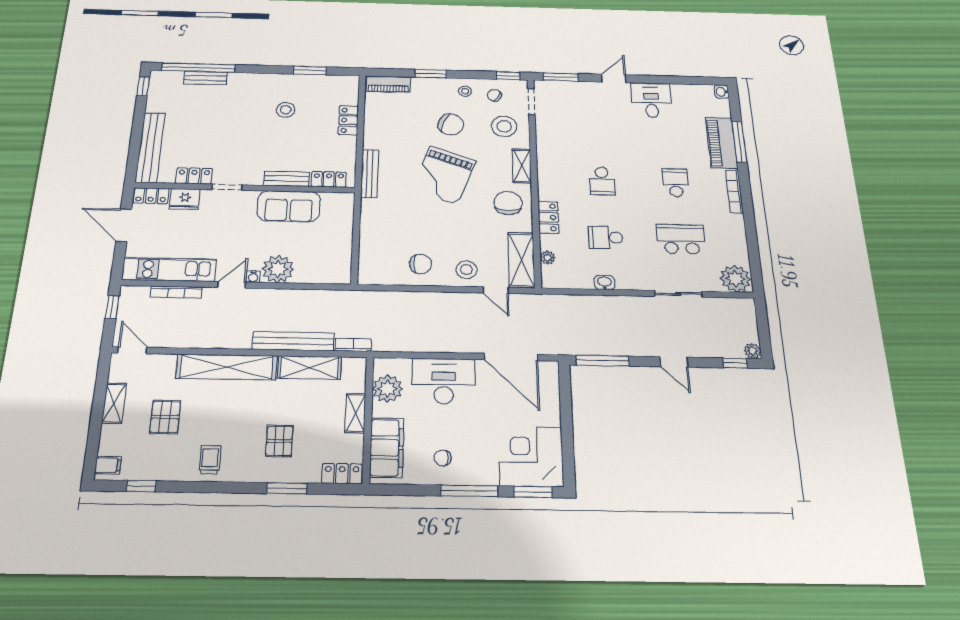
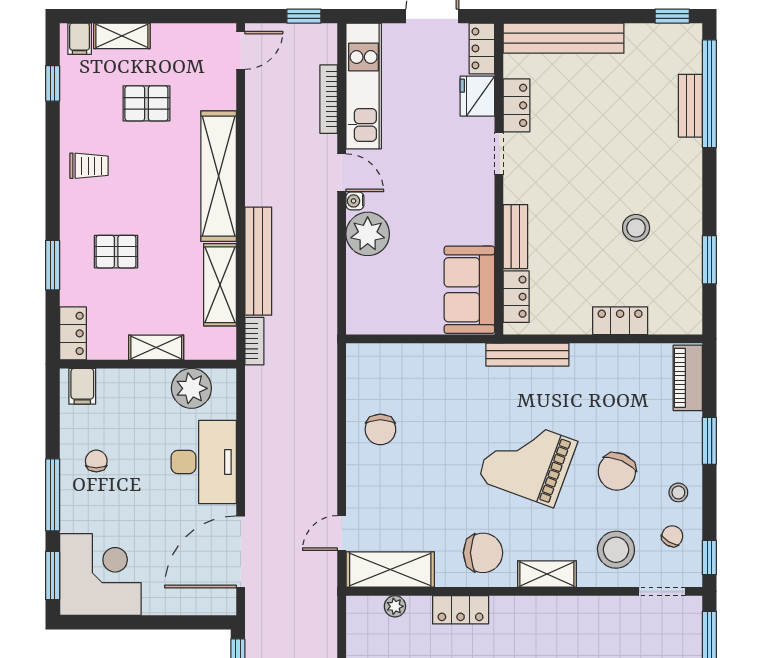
sofa: (289, 206) -> (469, 290), moved
stool: (466, 270) -> (373, 493), removed
shelving: (114, 403) -> (122, 36), moved
filing cabinet: (387, 448) -> (82, 386), width x0.33, depth x0.86

